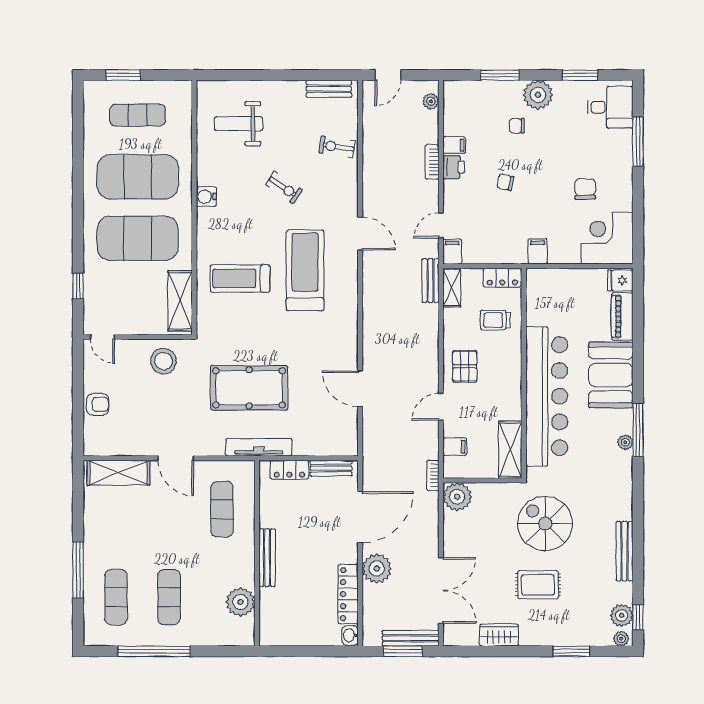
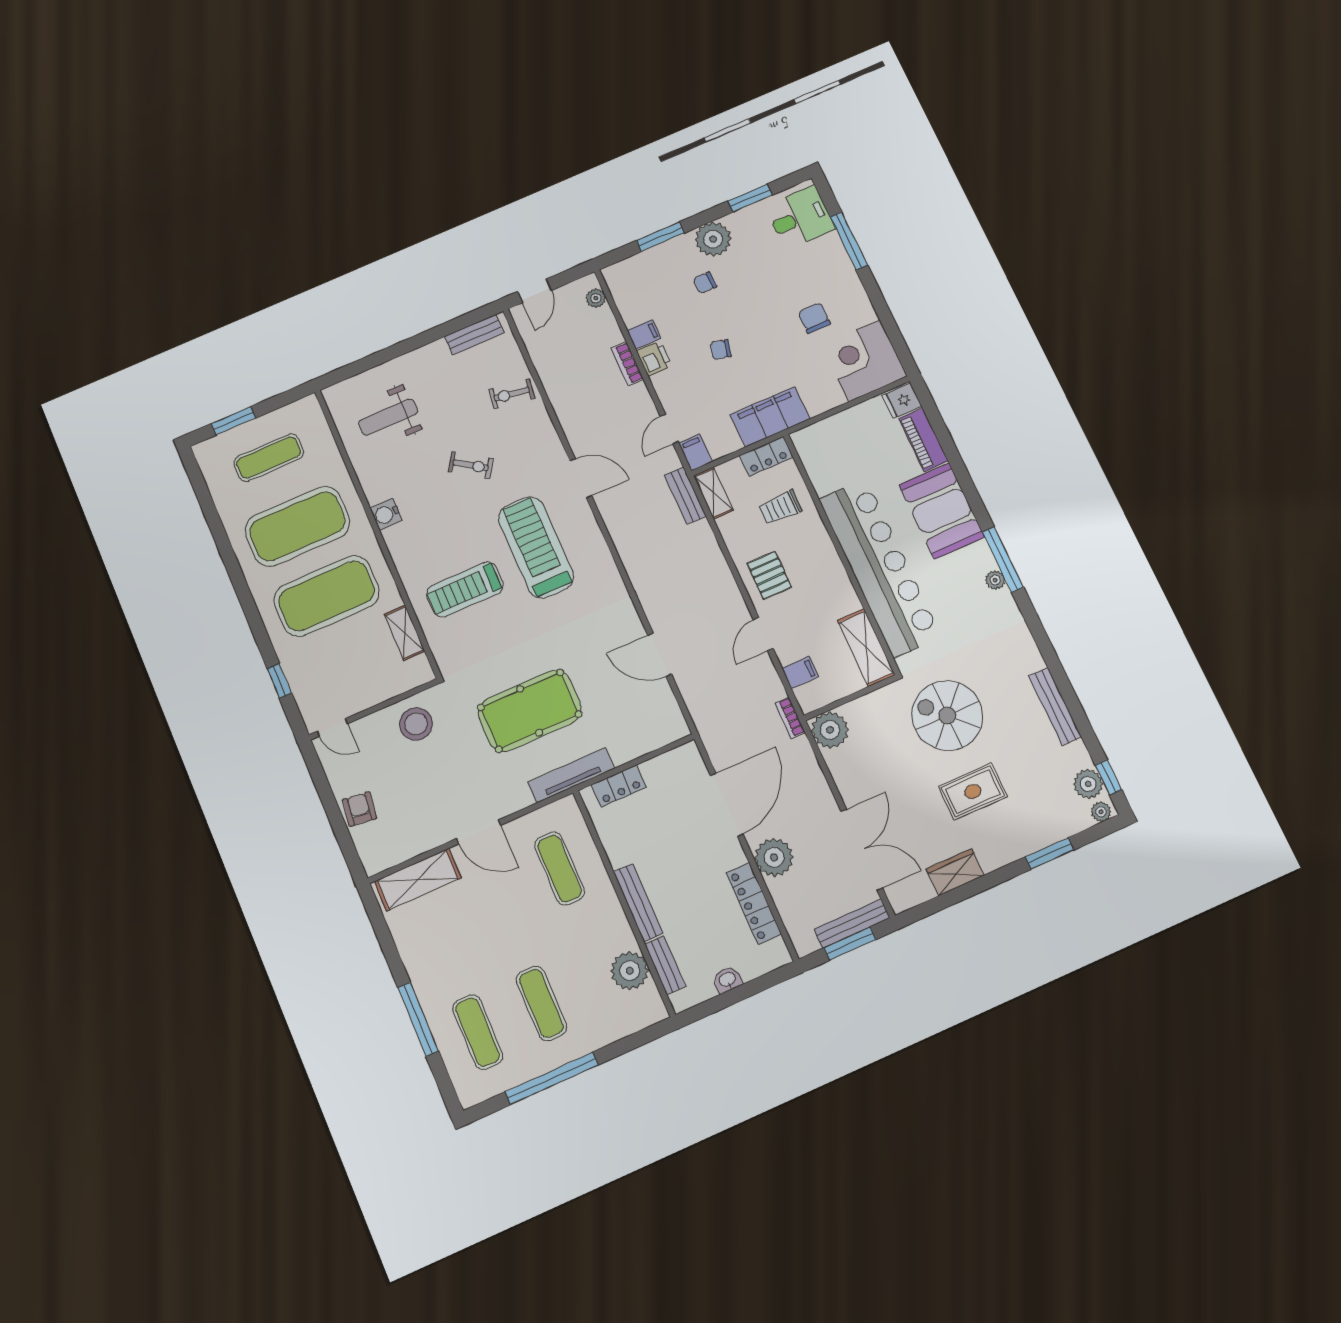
filing cabinet: (538, 251) -> (770, 417), width x3.00, depth x1.17
shelving: (180, 301) -> (405, 633), width x0.67, depth x0.75
armchair: (98, 404) -> (359, 809), turned -83
bench: (331, 468) -> (665, 965), moved, turned 90
washbasin: (350, 636) -> (728, 980), moved, turned 90

